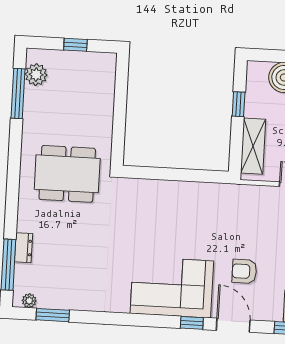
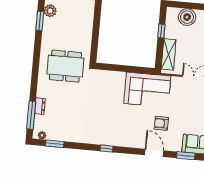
window: (18, 94) -> (40, 21), width x0.69
corner sofa: (172, 287) -> (147, 90), moved, turned 180
window: (192, 323) -> (107, 149), moved

